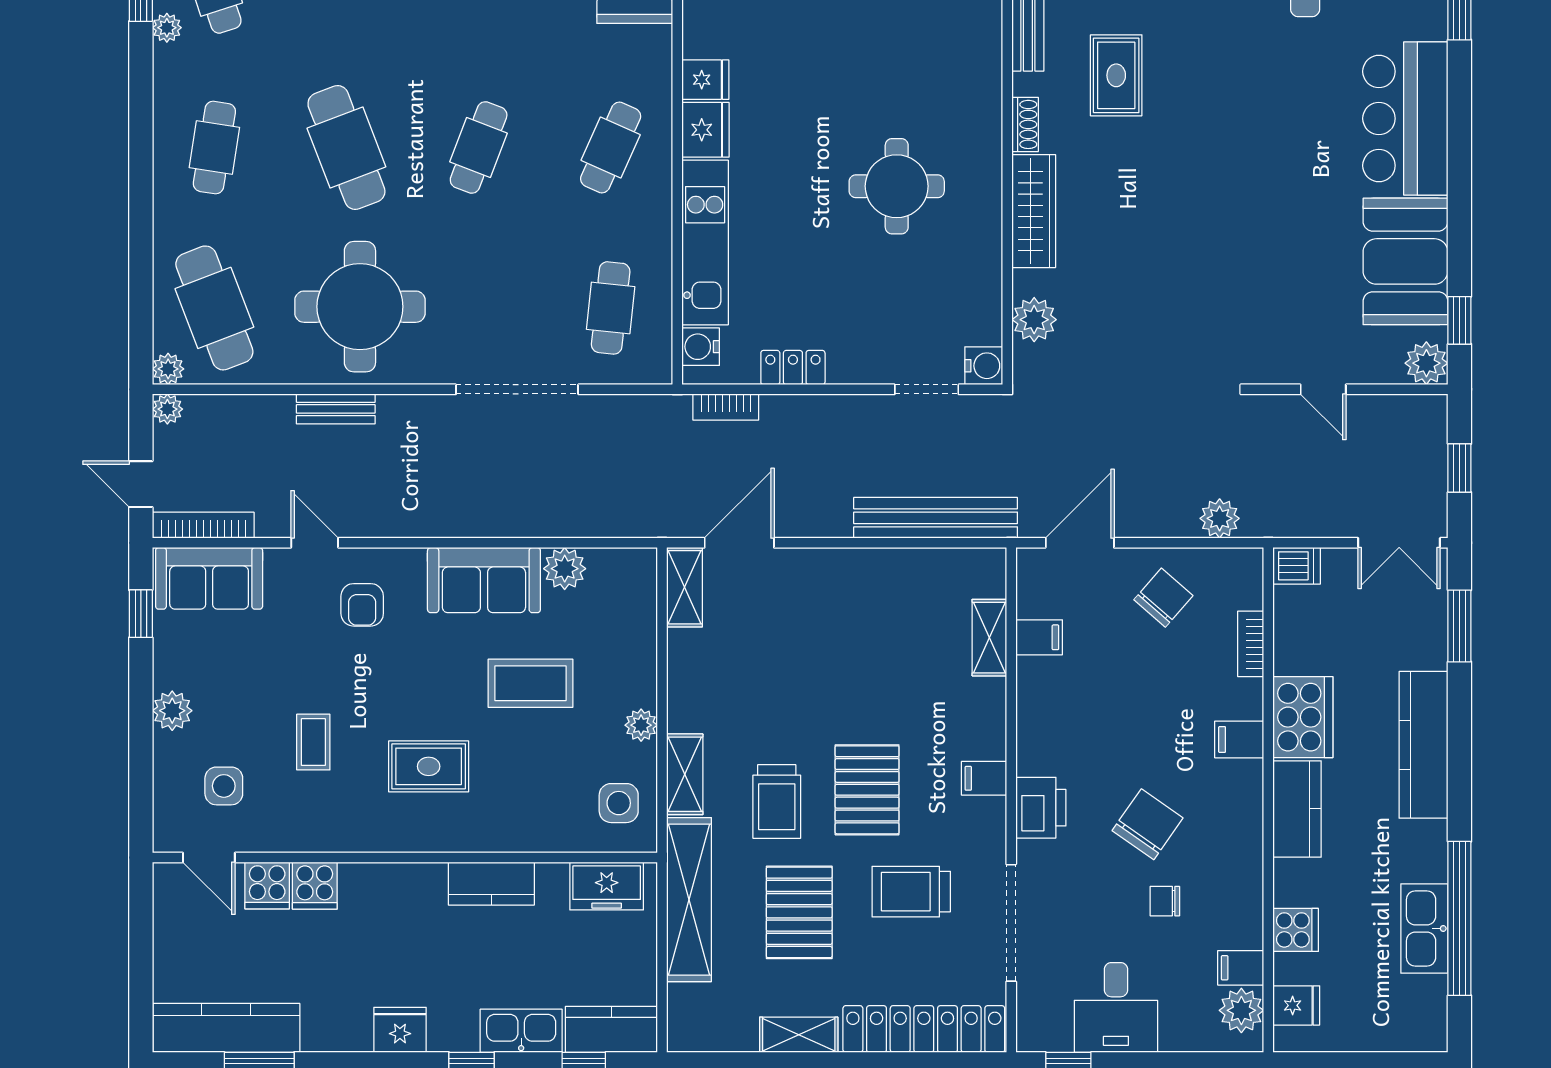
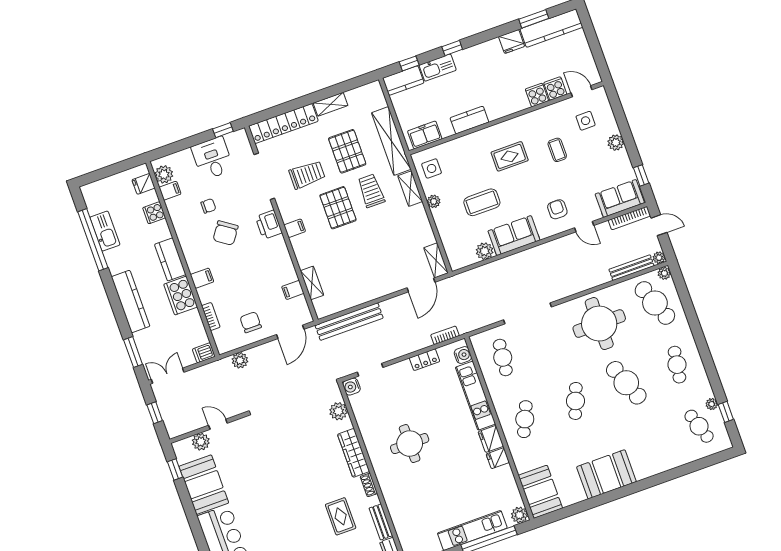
plant: (1426, 363) -> (201, 442), moved
bench: (336, 409) -> (631, 268), moved, width x1.36
chair: (1163, 598) -> (251, 322), turned 139
fridge: (400, 1030) -> (512, 41), moved

